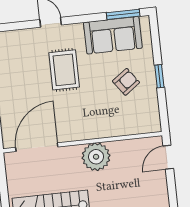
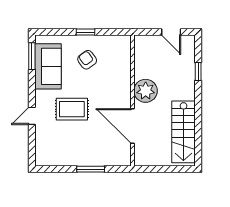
door: (37, 147) -> (132, 126), moved
door: (168, 157) -> (171, 32), moved

